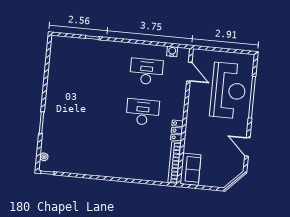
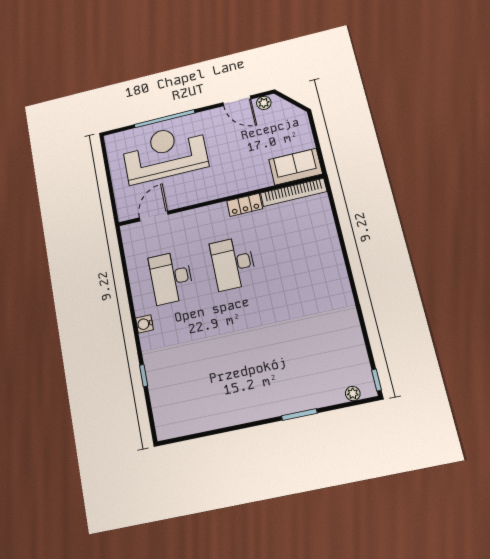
water cooler: (172, 51) -> (145, 324), moved
door: (247, 147) -> (237, 101), hinge flipped
plant: (240, 163) -> (264, 103), added

